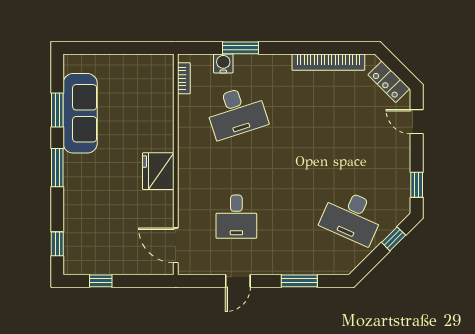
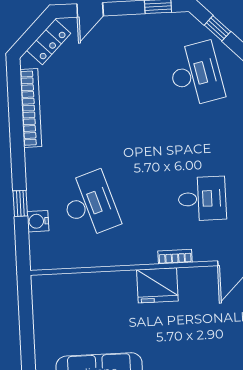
window: (241, 48) -> (20, 203), width x0.67
bookcase: (184, 78) -> (175, 257), moved
desk: (352, 217) -> (196, 74), turned -36

